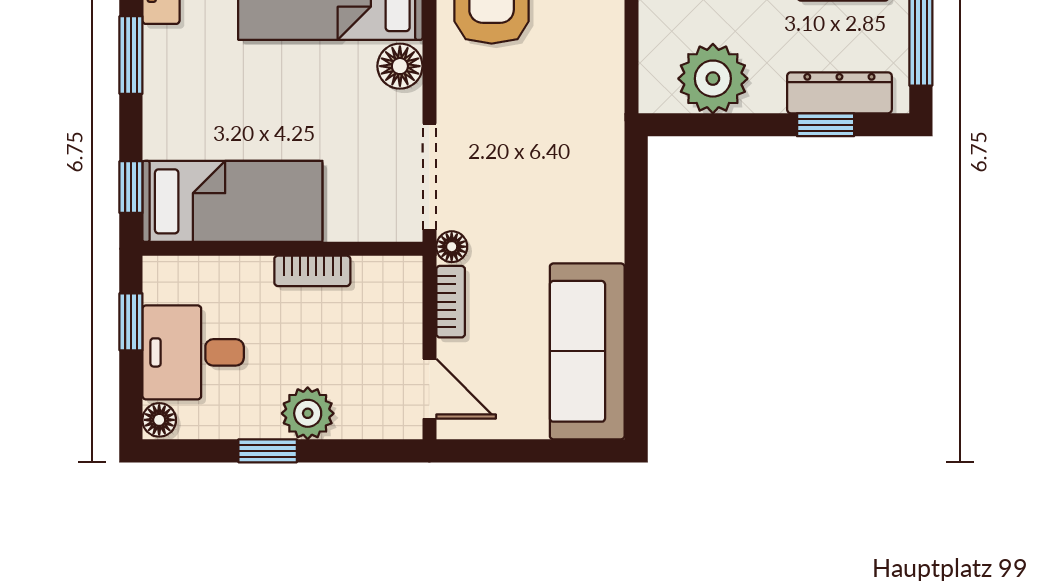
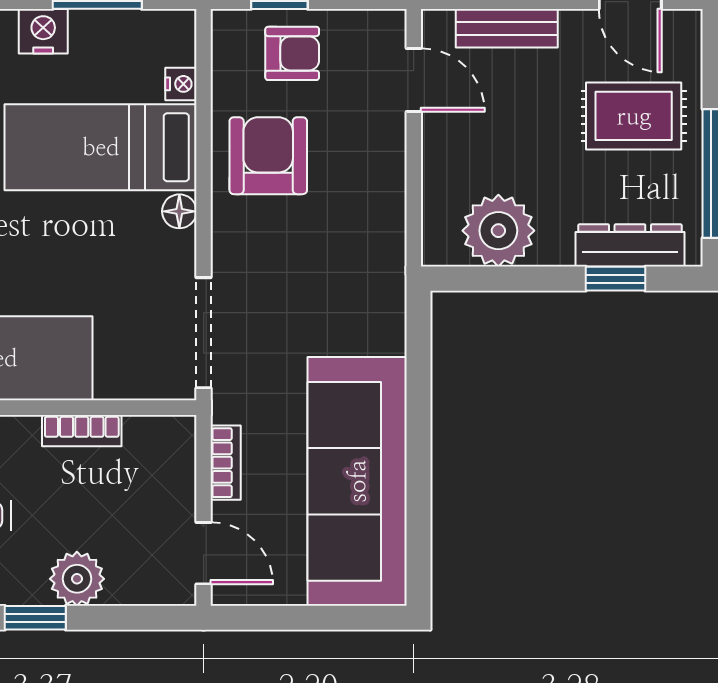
floor lamp: (400, 66) -> (179, 211), width x0.73, depth x0.73
floor lamp: (452, 247) -> (227, 406), removed
sofa: (587, 351) -> (357, 481), width x1.36, depth x1.27

